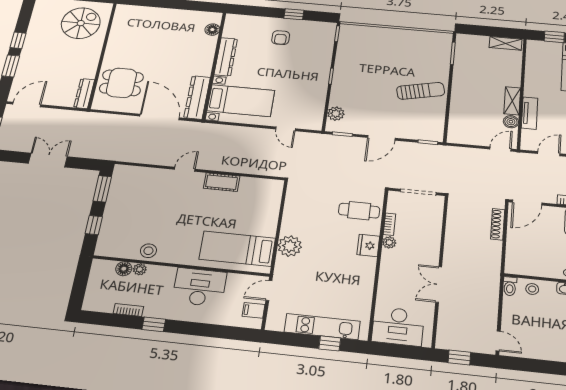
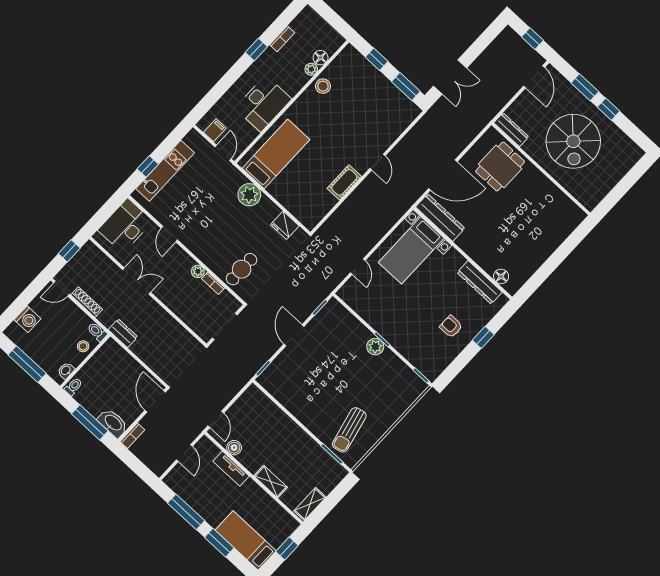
window: (294, 14) -> (483, 337), moved
spiral stairs: (81, 23) -> (573, 141), moved, width x1.37, depth x1.37
dresser: (226, 57) -> (480, 282), moved
sun lounger: (421, 91) -> (349, 430), moved
shelving: (512, 101) -> (271, 482), moved
plant: (336, 114) -> (375, 347), moved
door: (286, 129) -> (358, 267), swing flipped
double door: (48, 160) -> (450, 77), moved
shoe rack: (498, 224) -> (87, 302), moved
fridge: (368, 245) -> (285, 225), moved, turned 180
dresser: (493, 265) -> (123, 333), added
door: (376, 286) -> (169, 234), added
washing machine: (550, 351) -> (28, 319), added

